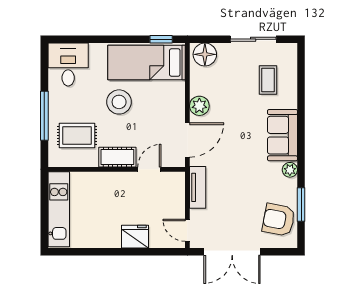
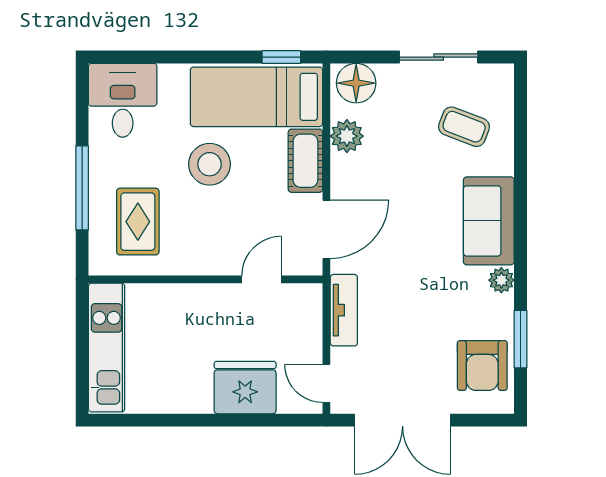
coffee table: (268, 80) -> (464, 127), turned -69
plant: (199, 106) -> (347, 136), moved
rug: (77, 136) -> (138, 222), turned 90
cot: (117, 157) -> (305, 161), moved, turned 90
armchair: (279, 220) -> (482, 365), turned -101
fridge: (135, 237) -> (245, 388), width x1.36, depth x1.34

